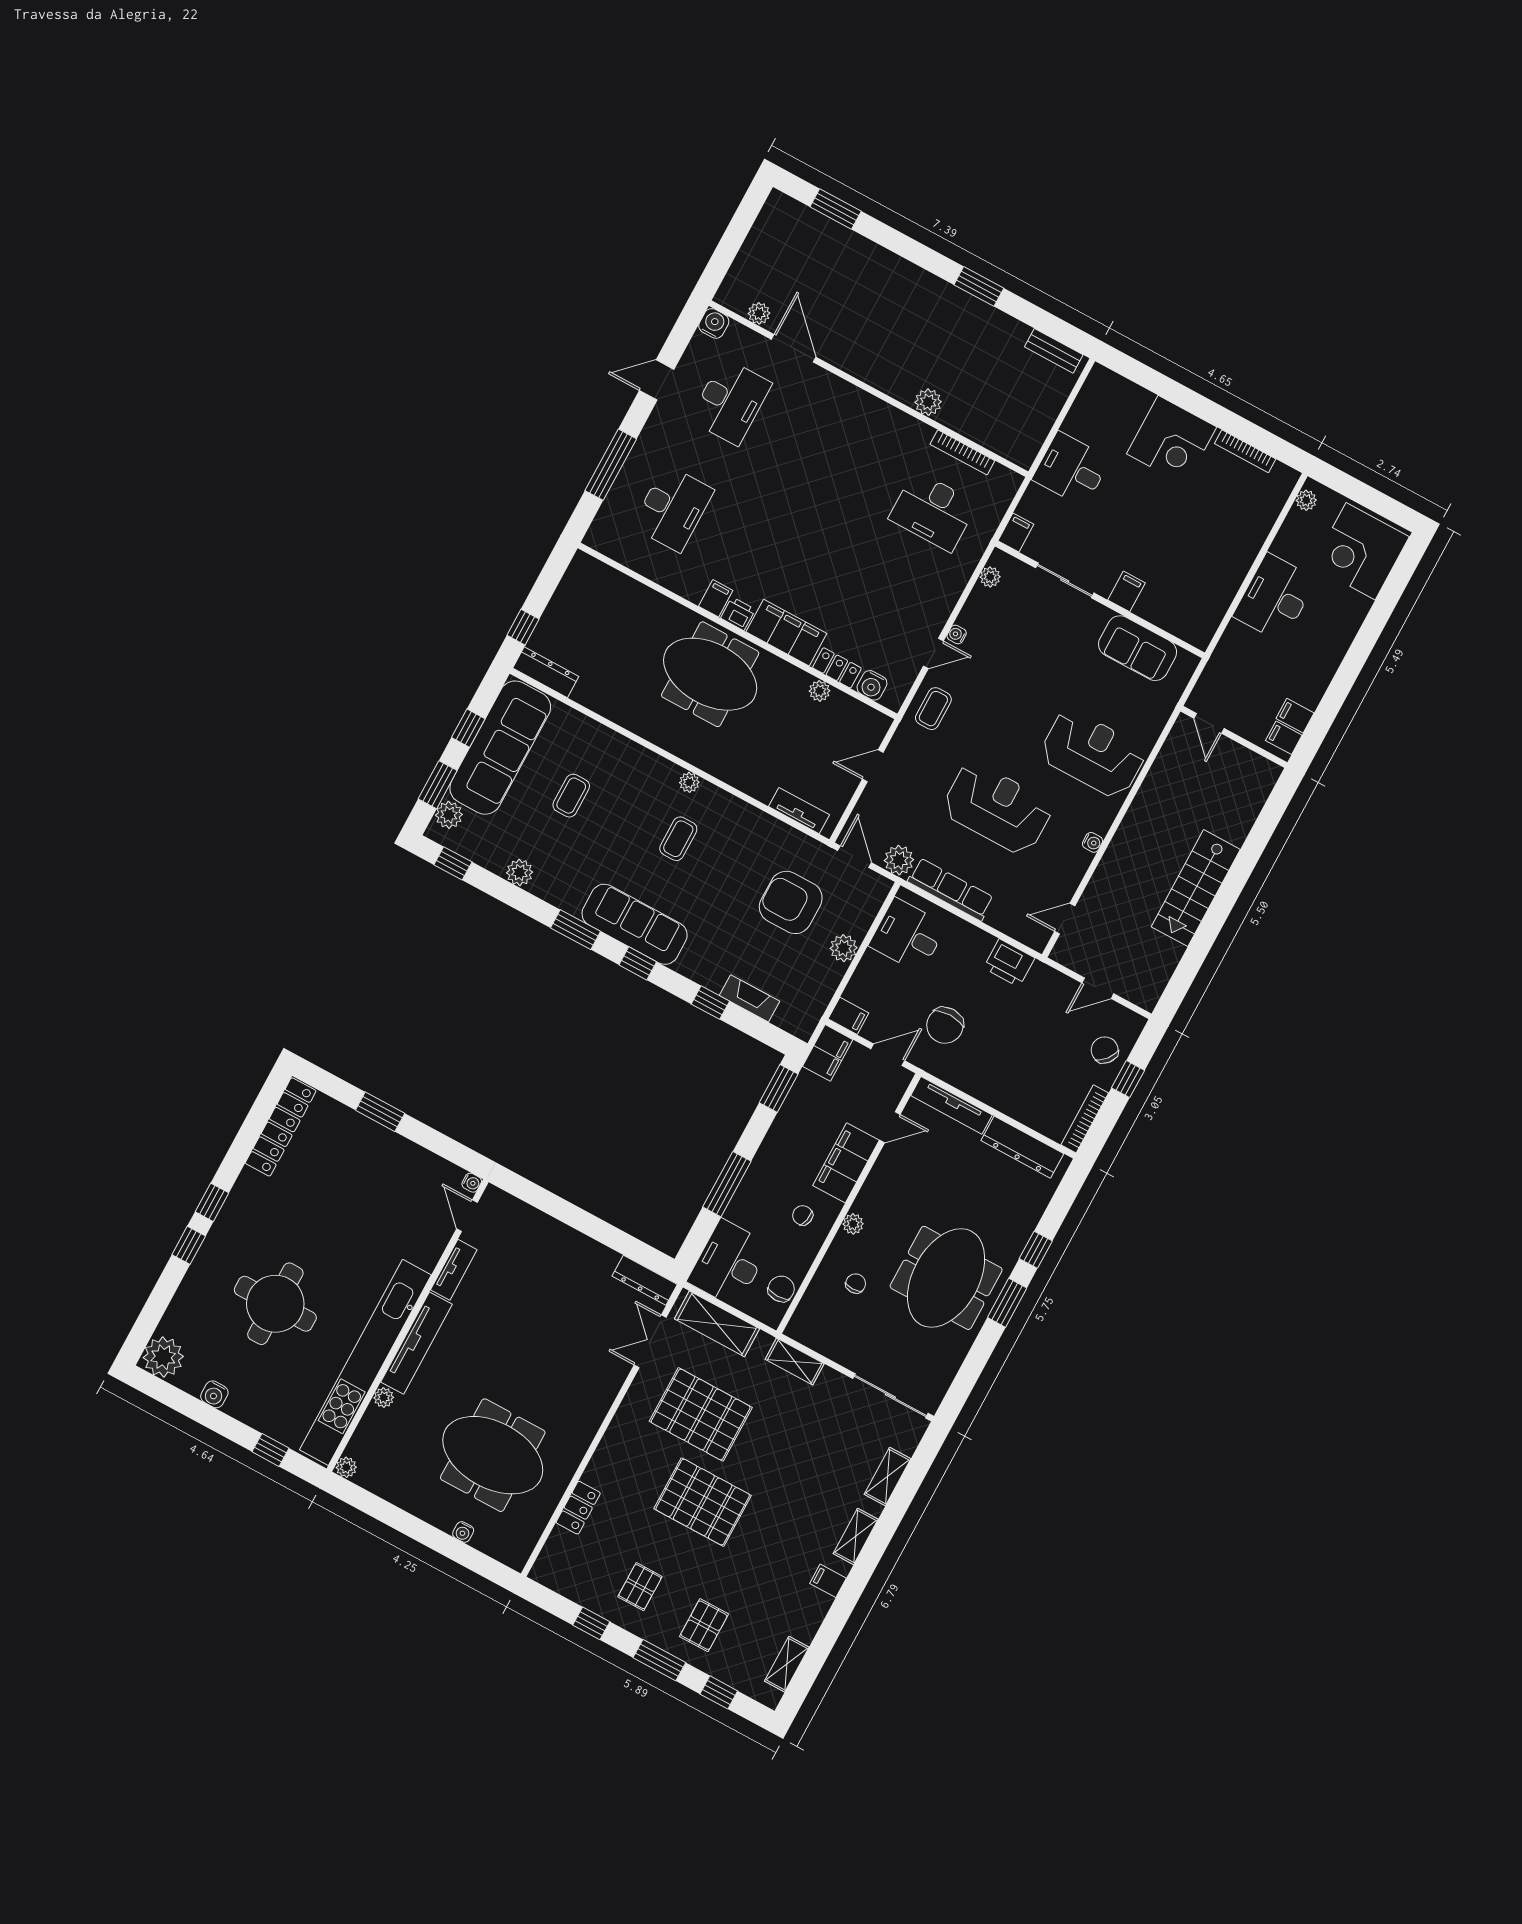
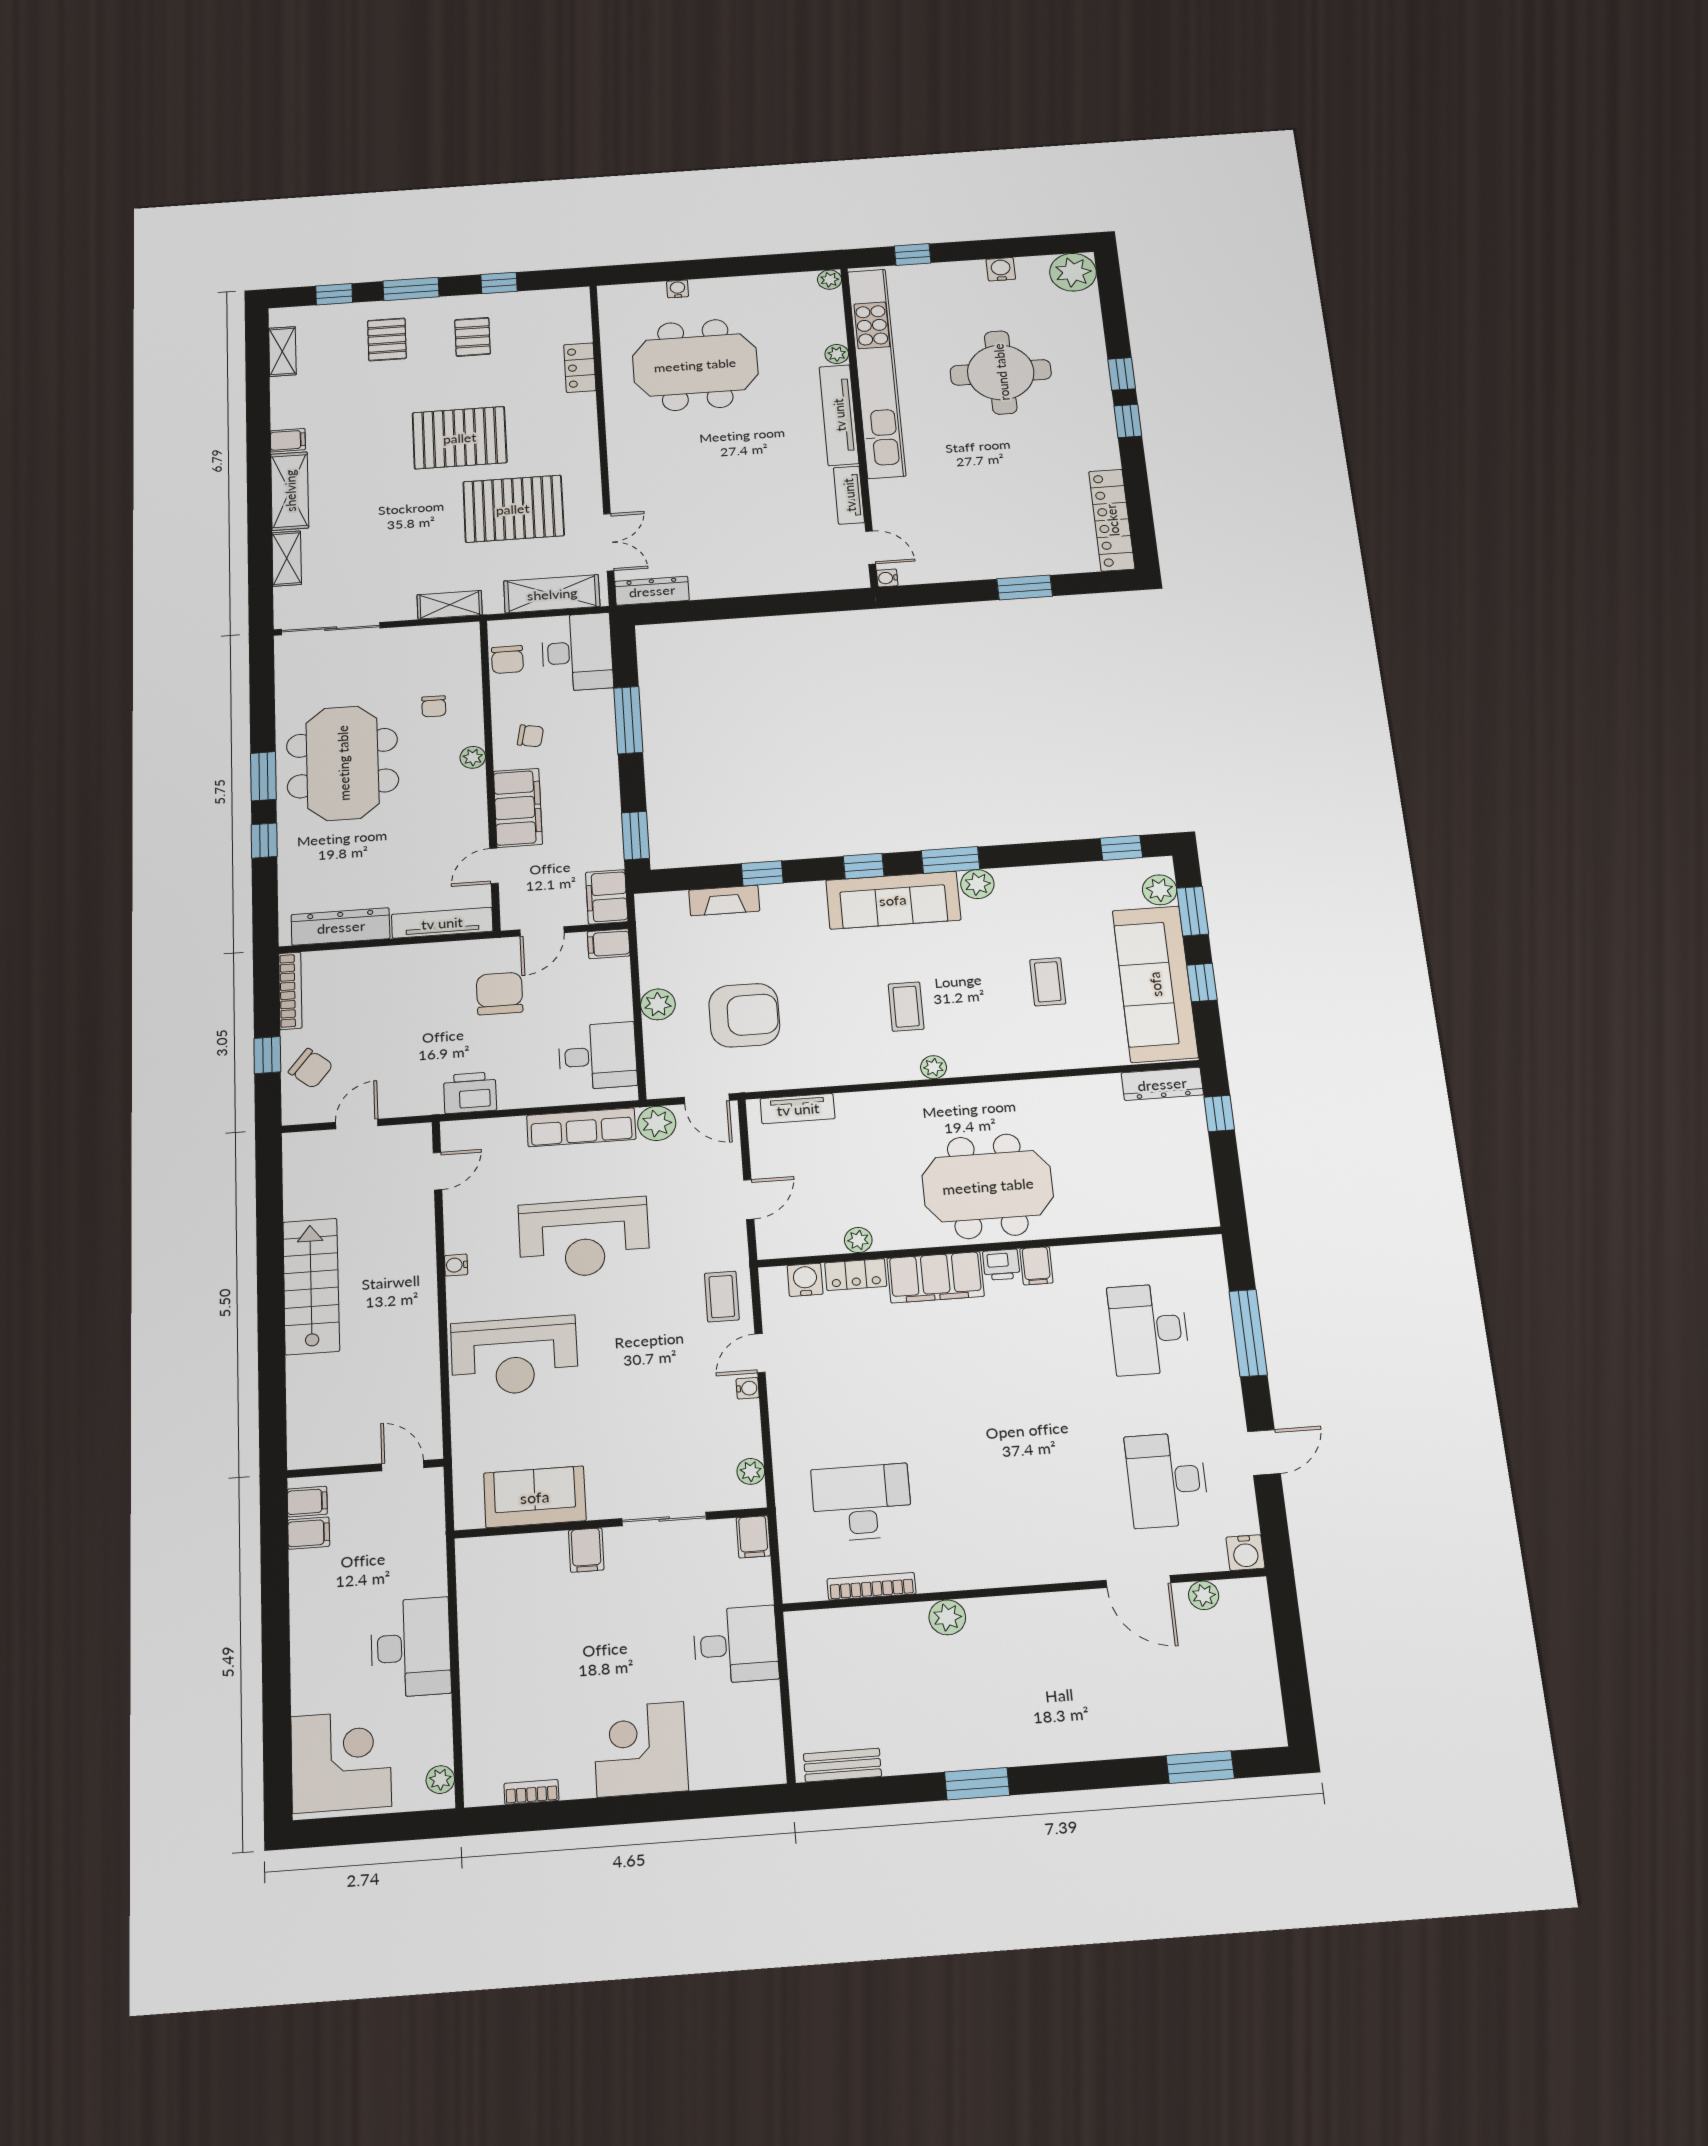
bookcase: (1245, 451) -> (531, 1792), width x0.64
plant: (520, 872) -> (977, 884), moved
shelving: (856, 1536) -> (290, 491), width x1.50, depth x1.33

